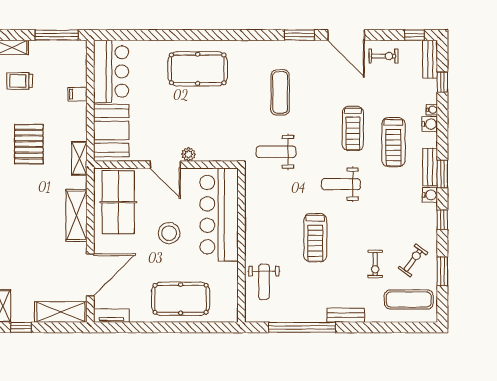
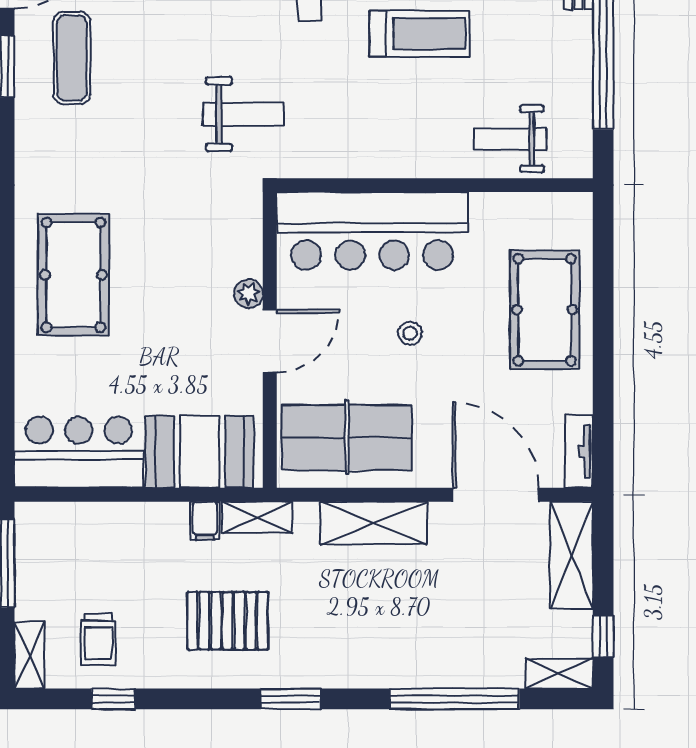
exercise mat: (280, 92) -> (72, 58), moved, turned 90
filing cabinet: (78, 94) -> (205, 521), moved
weight bench: (276, 152) -> (243, 114), turned -90
stool: (169, 233) -> (410, 333), width x0.53, depth x0.53
weight bench: (264, 282) -> (510, 139), turned 180

